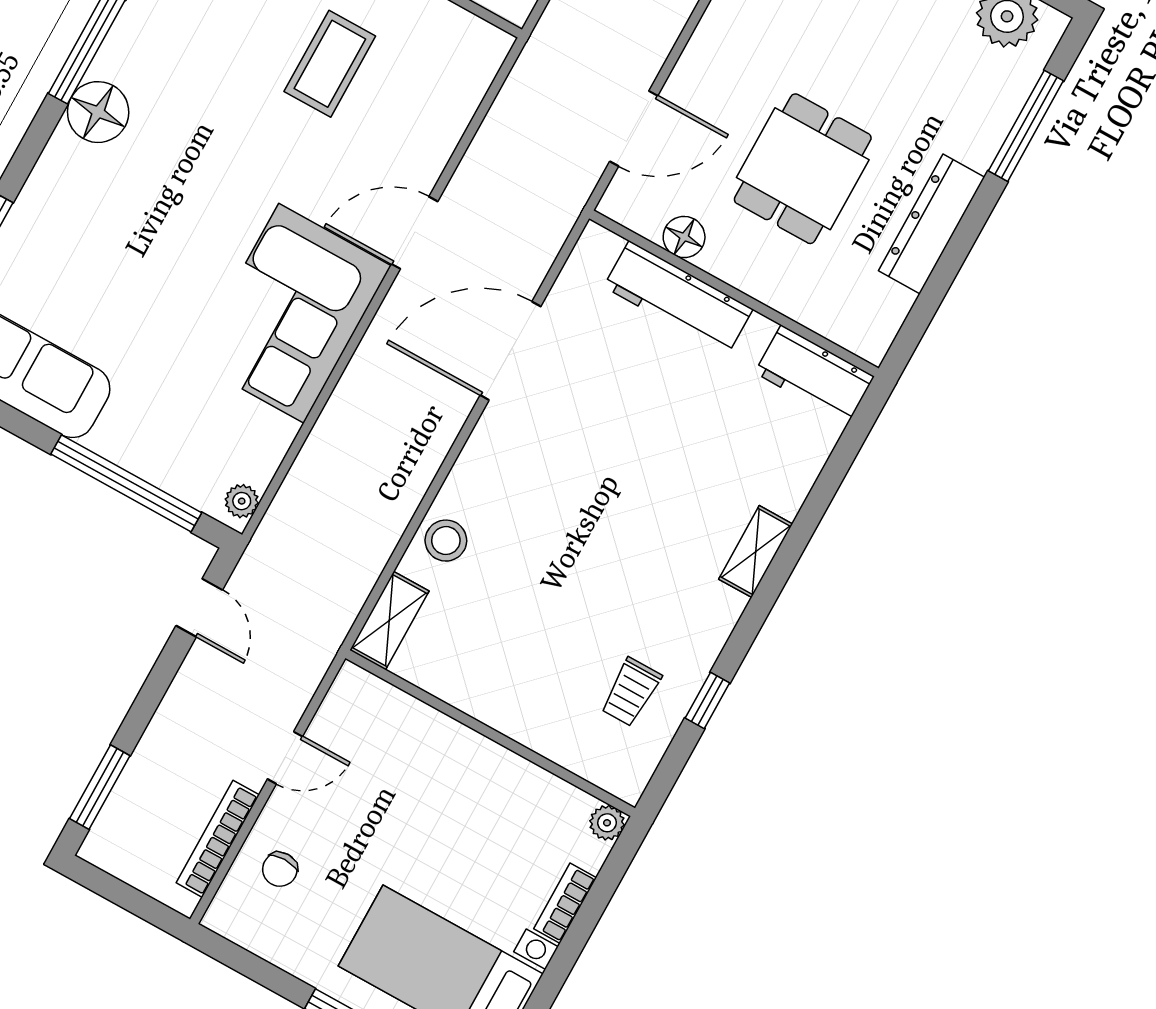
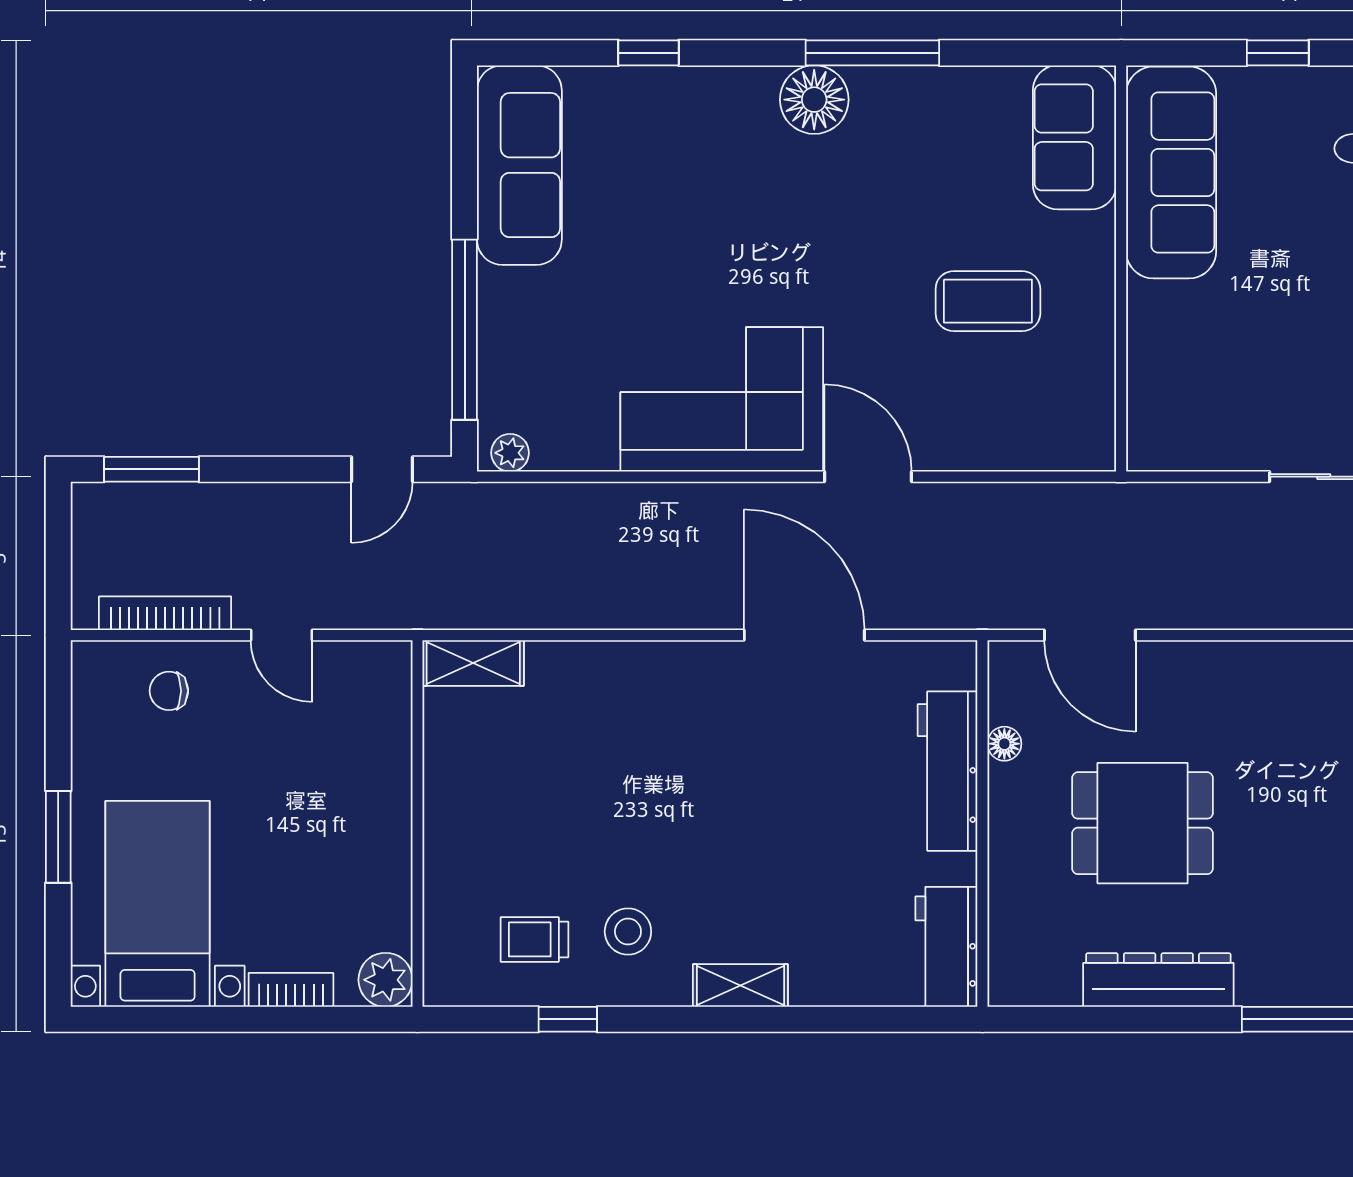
floor lamp: (684, 237) -> (1004, 744), width x0.73, depth x0.73
stool: (446, 541) -> (628, 931), moved
plant: (607, 823) -> (385, 980), width x1.38, depth x1.38

